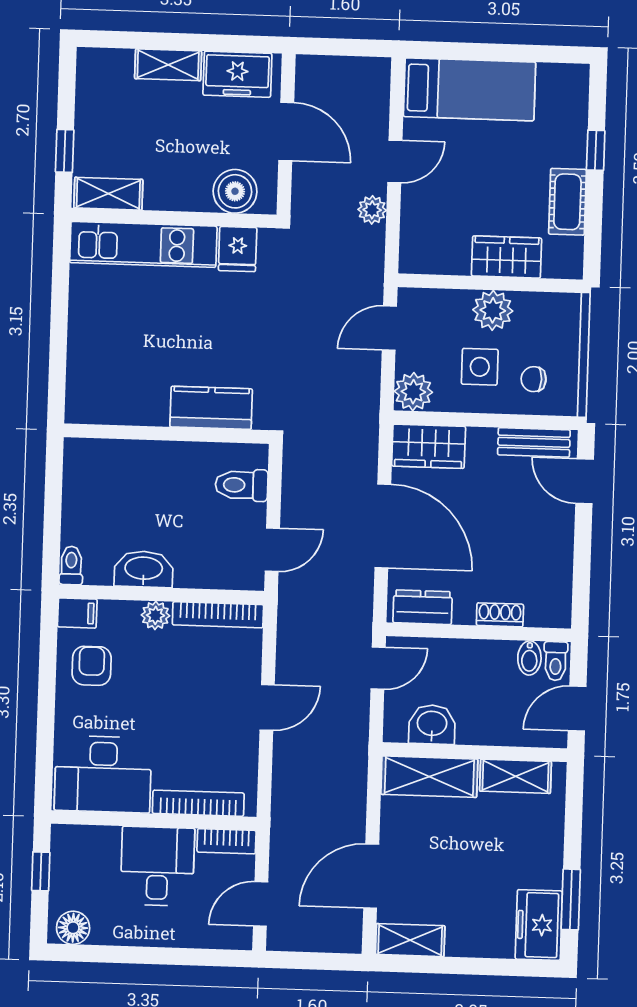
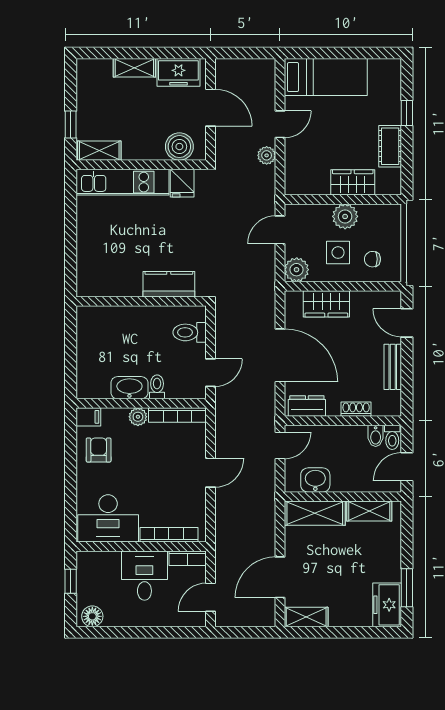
bench: (534, 442) -> (393, 367), moved, turned 90
wardrobe: (429, 446) -> (326, 304), moved
toilet: (71, 565) -> (157, 387), moved

